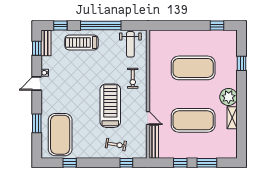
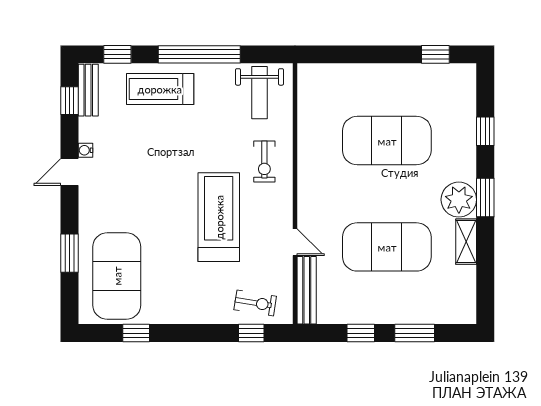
window: (242, 96) -> (485, 198), added
exercise bike: (116, 145) -> (255, 303), moved

